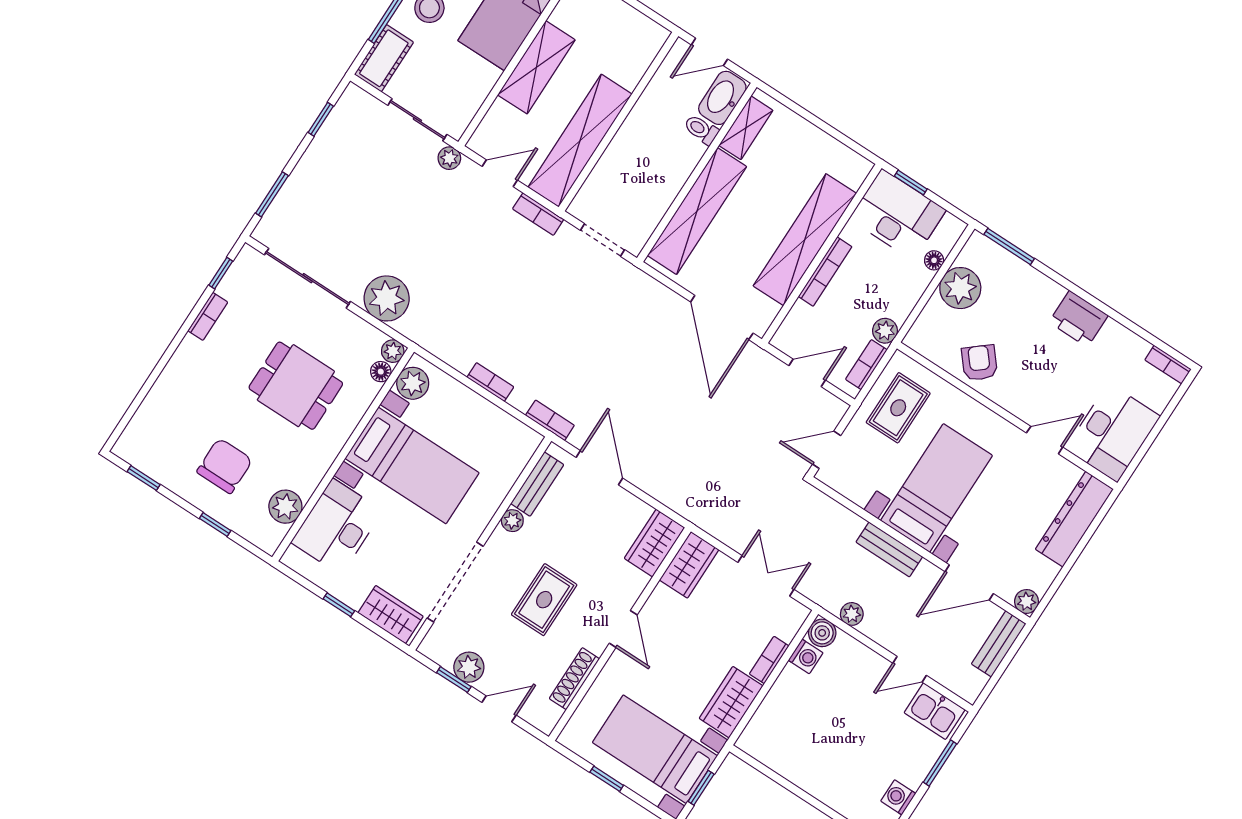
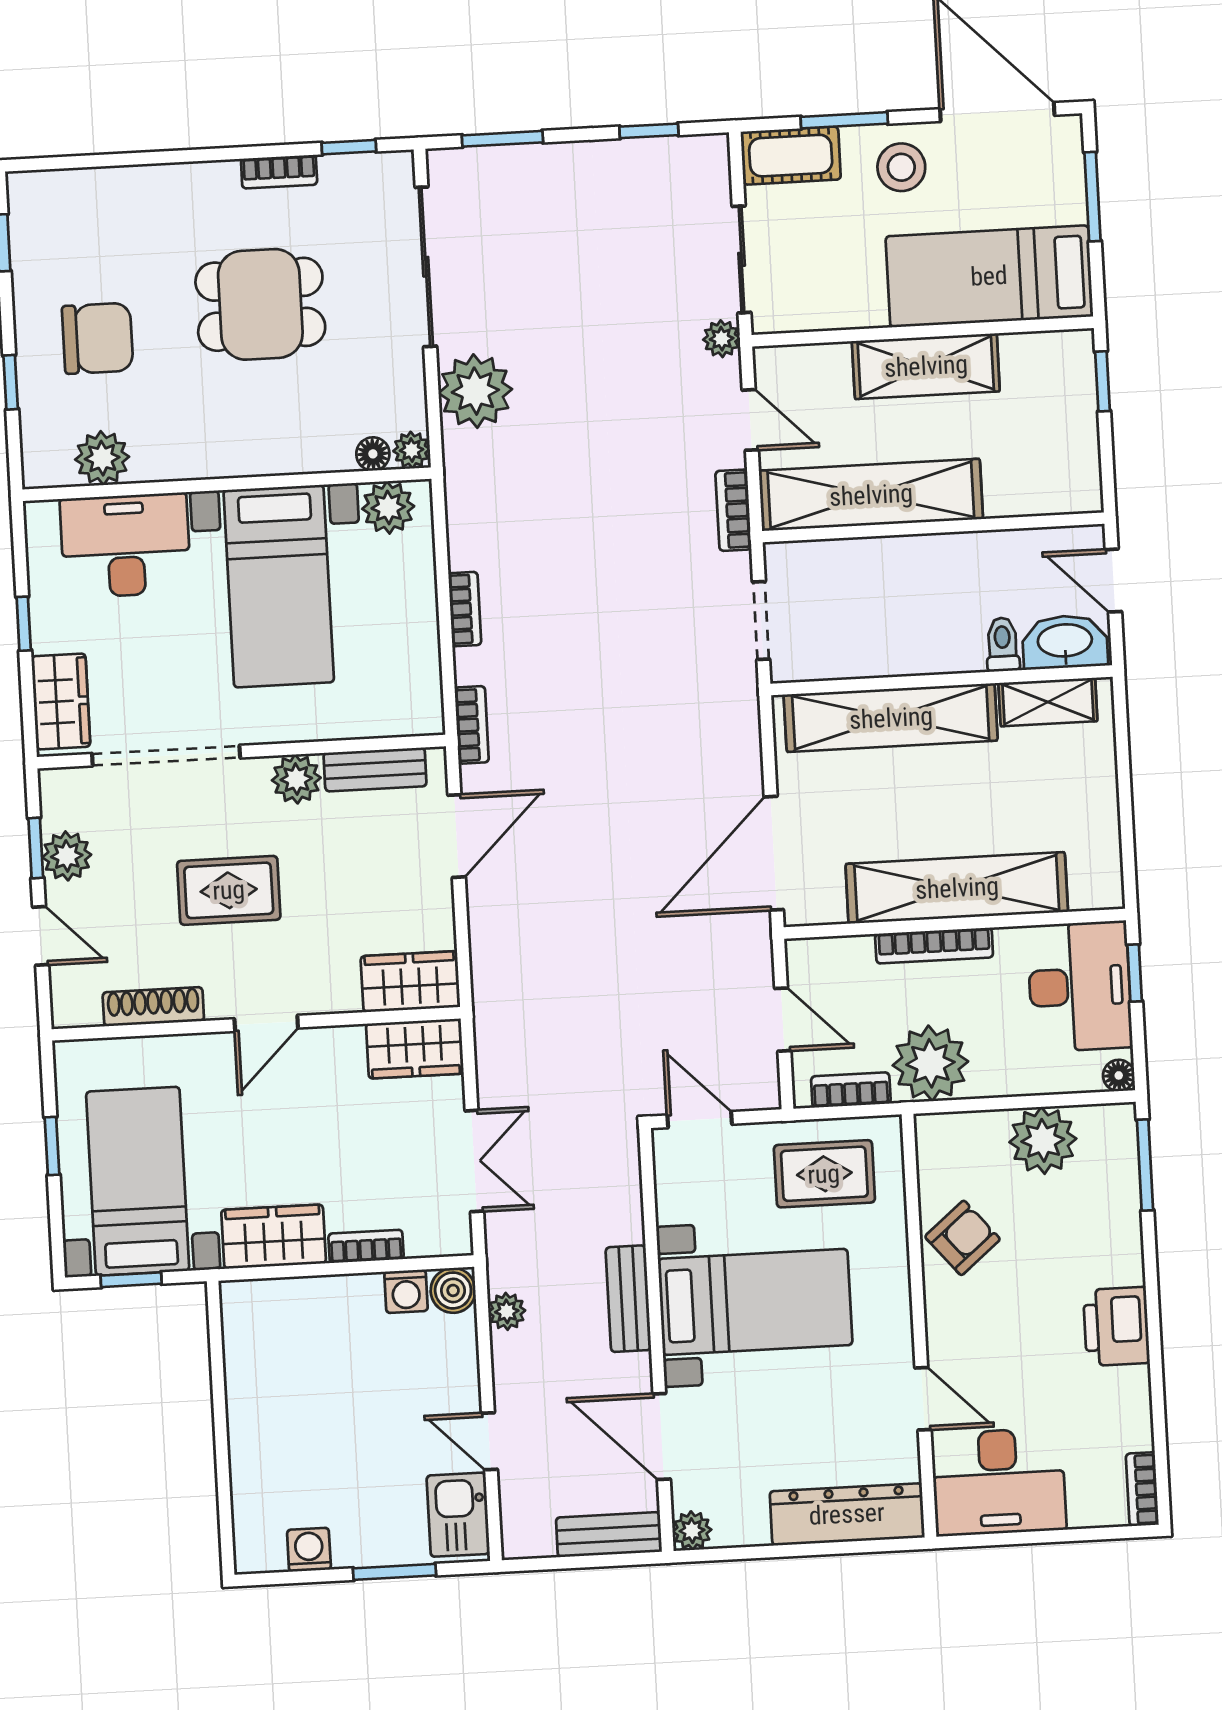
floor lamp: (934, 260) -> (1119, 1075), moved
plant: (885, 331) -> (930, 1063), width x1.87, depth x1.87
dining table: (296, 386) -> (260, 304), moved, turned 90
plant: (512, 521) -> (296, 779), width x1.38, depth x1.38

